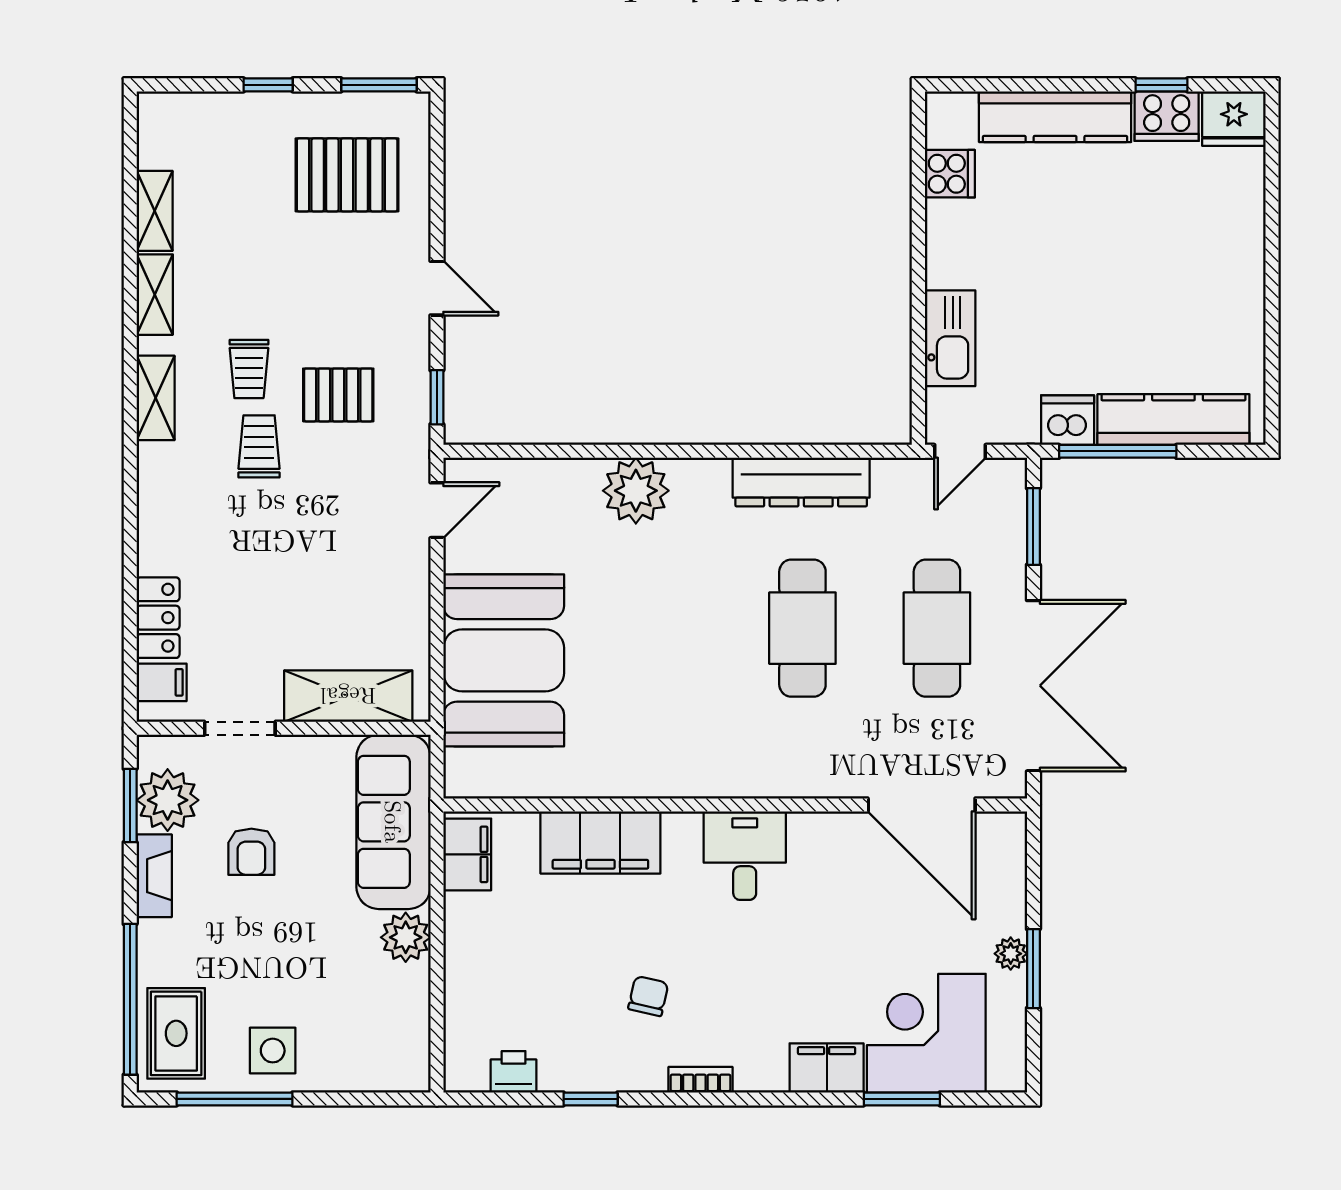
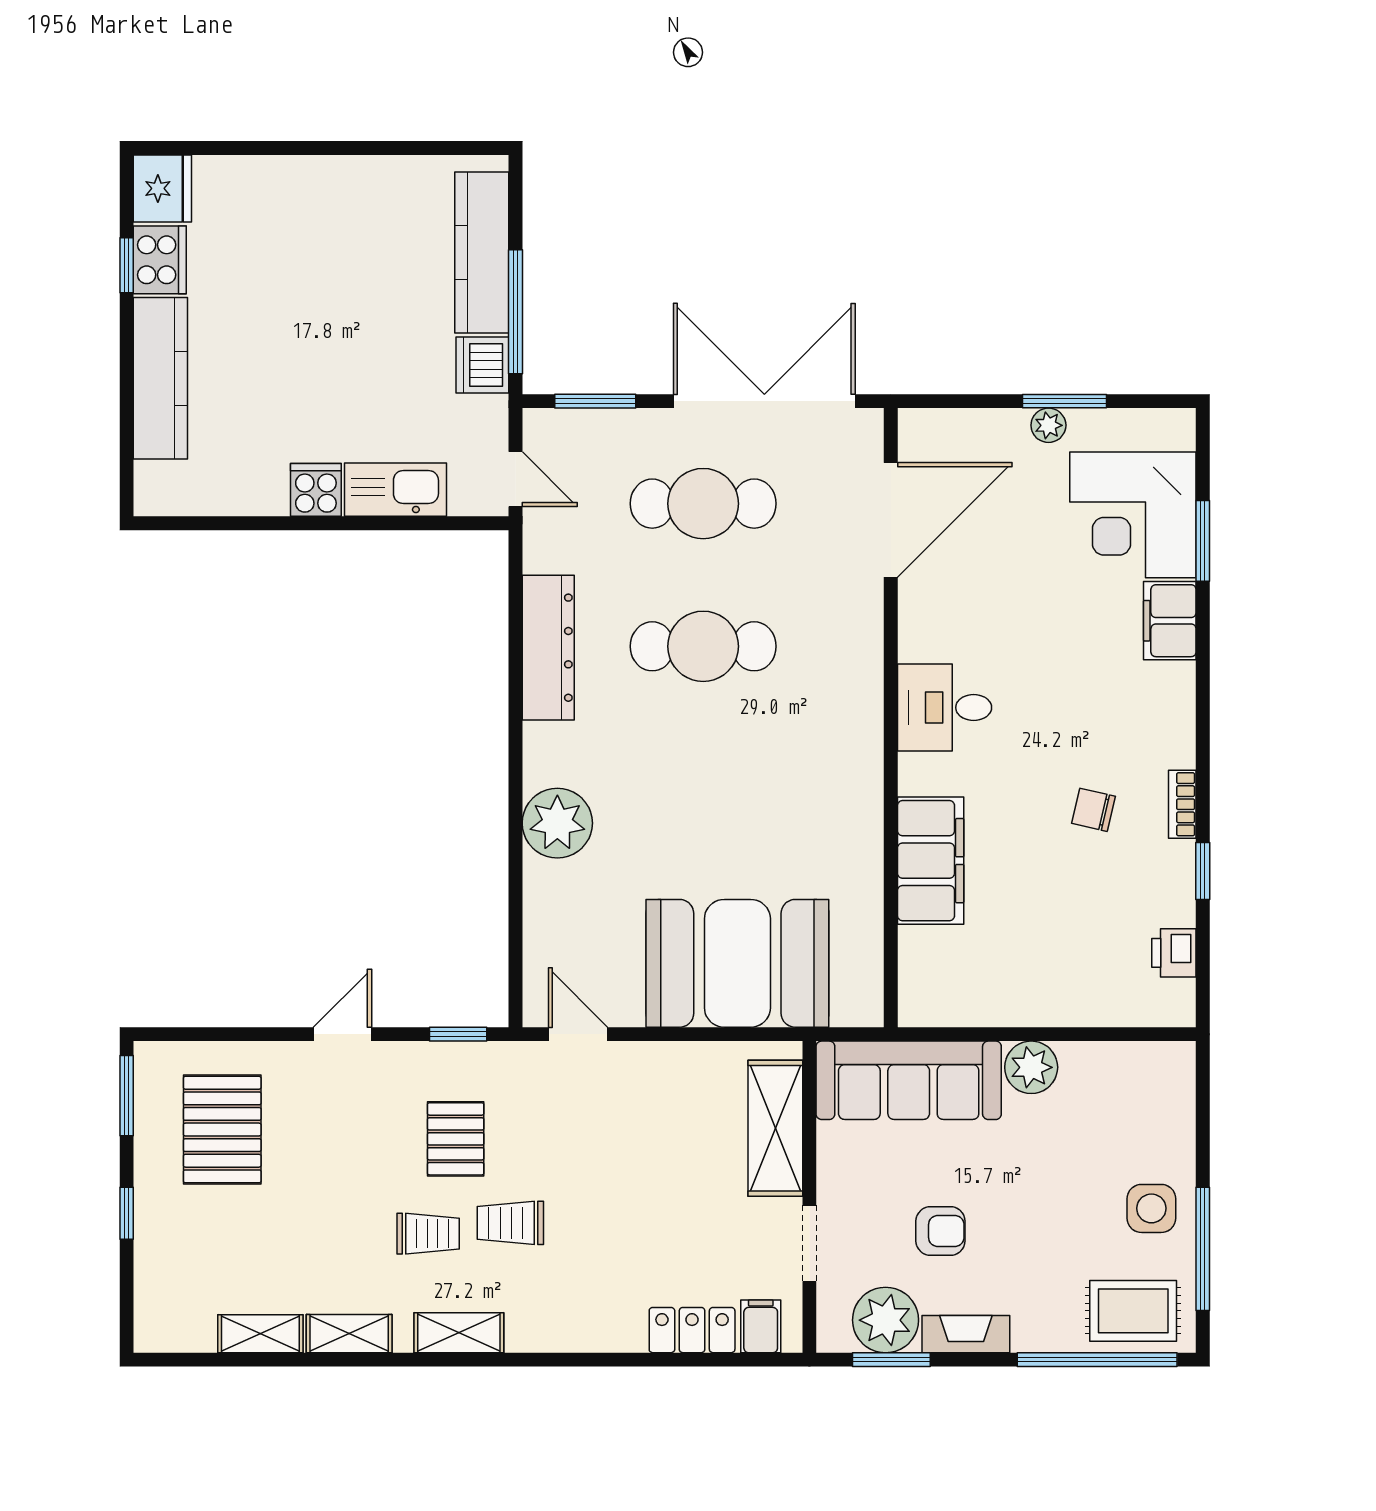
cooker: (950, 174) -> (316, 490), moved
filing cabinet: (467, 854) -> (943, 1002), removed
bookcase: (701, 1080) -> (1182, 804), moved

